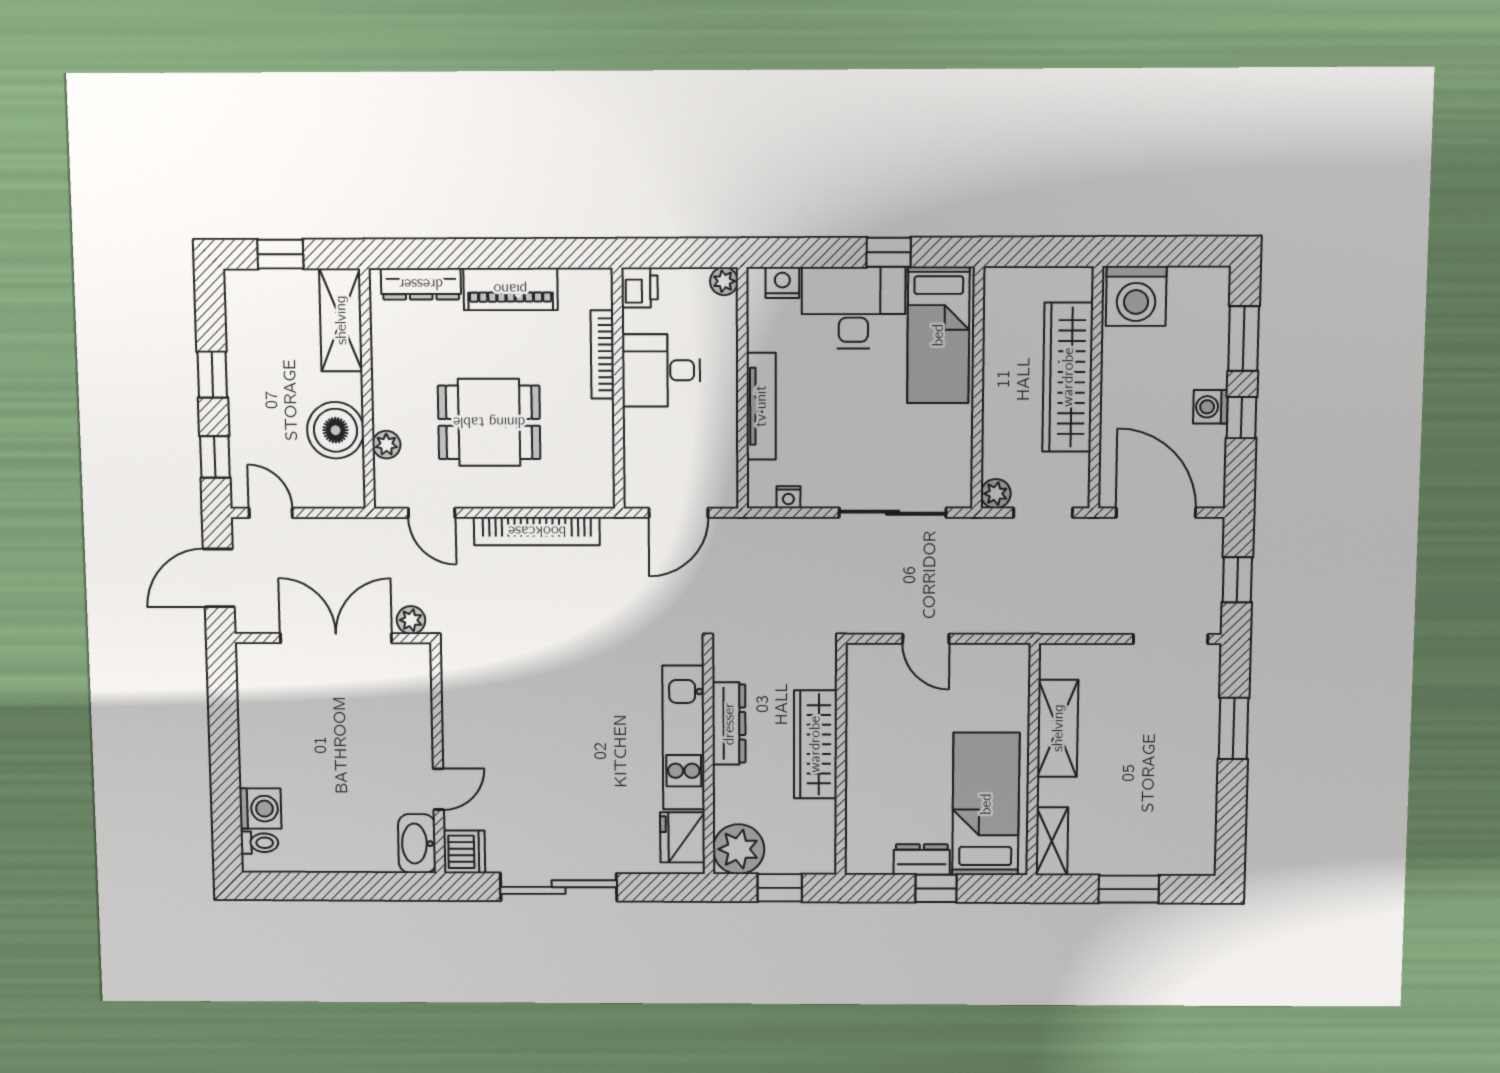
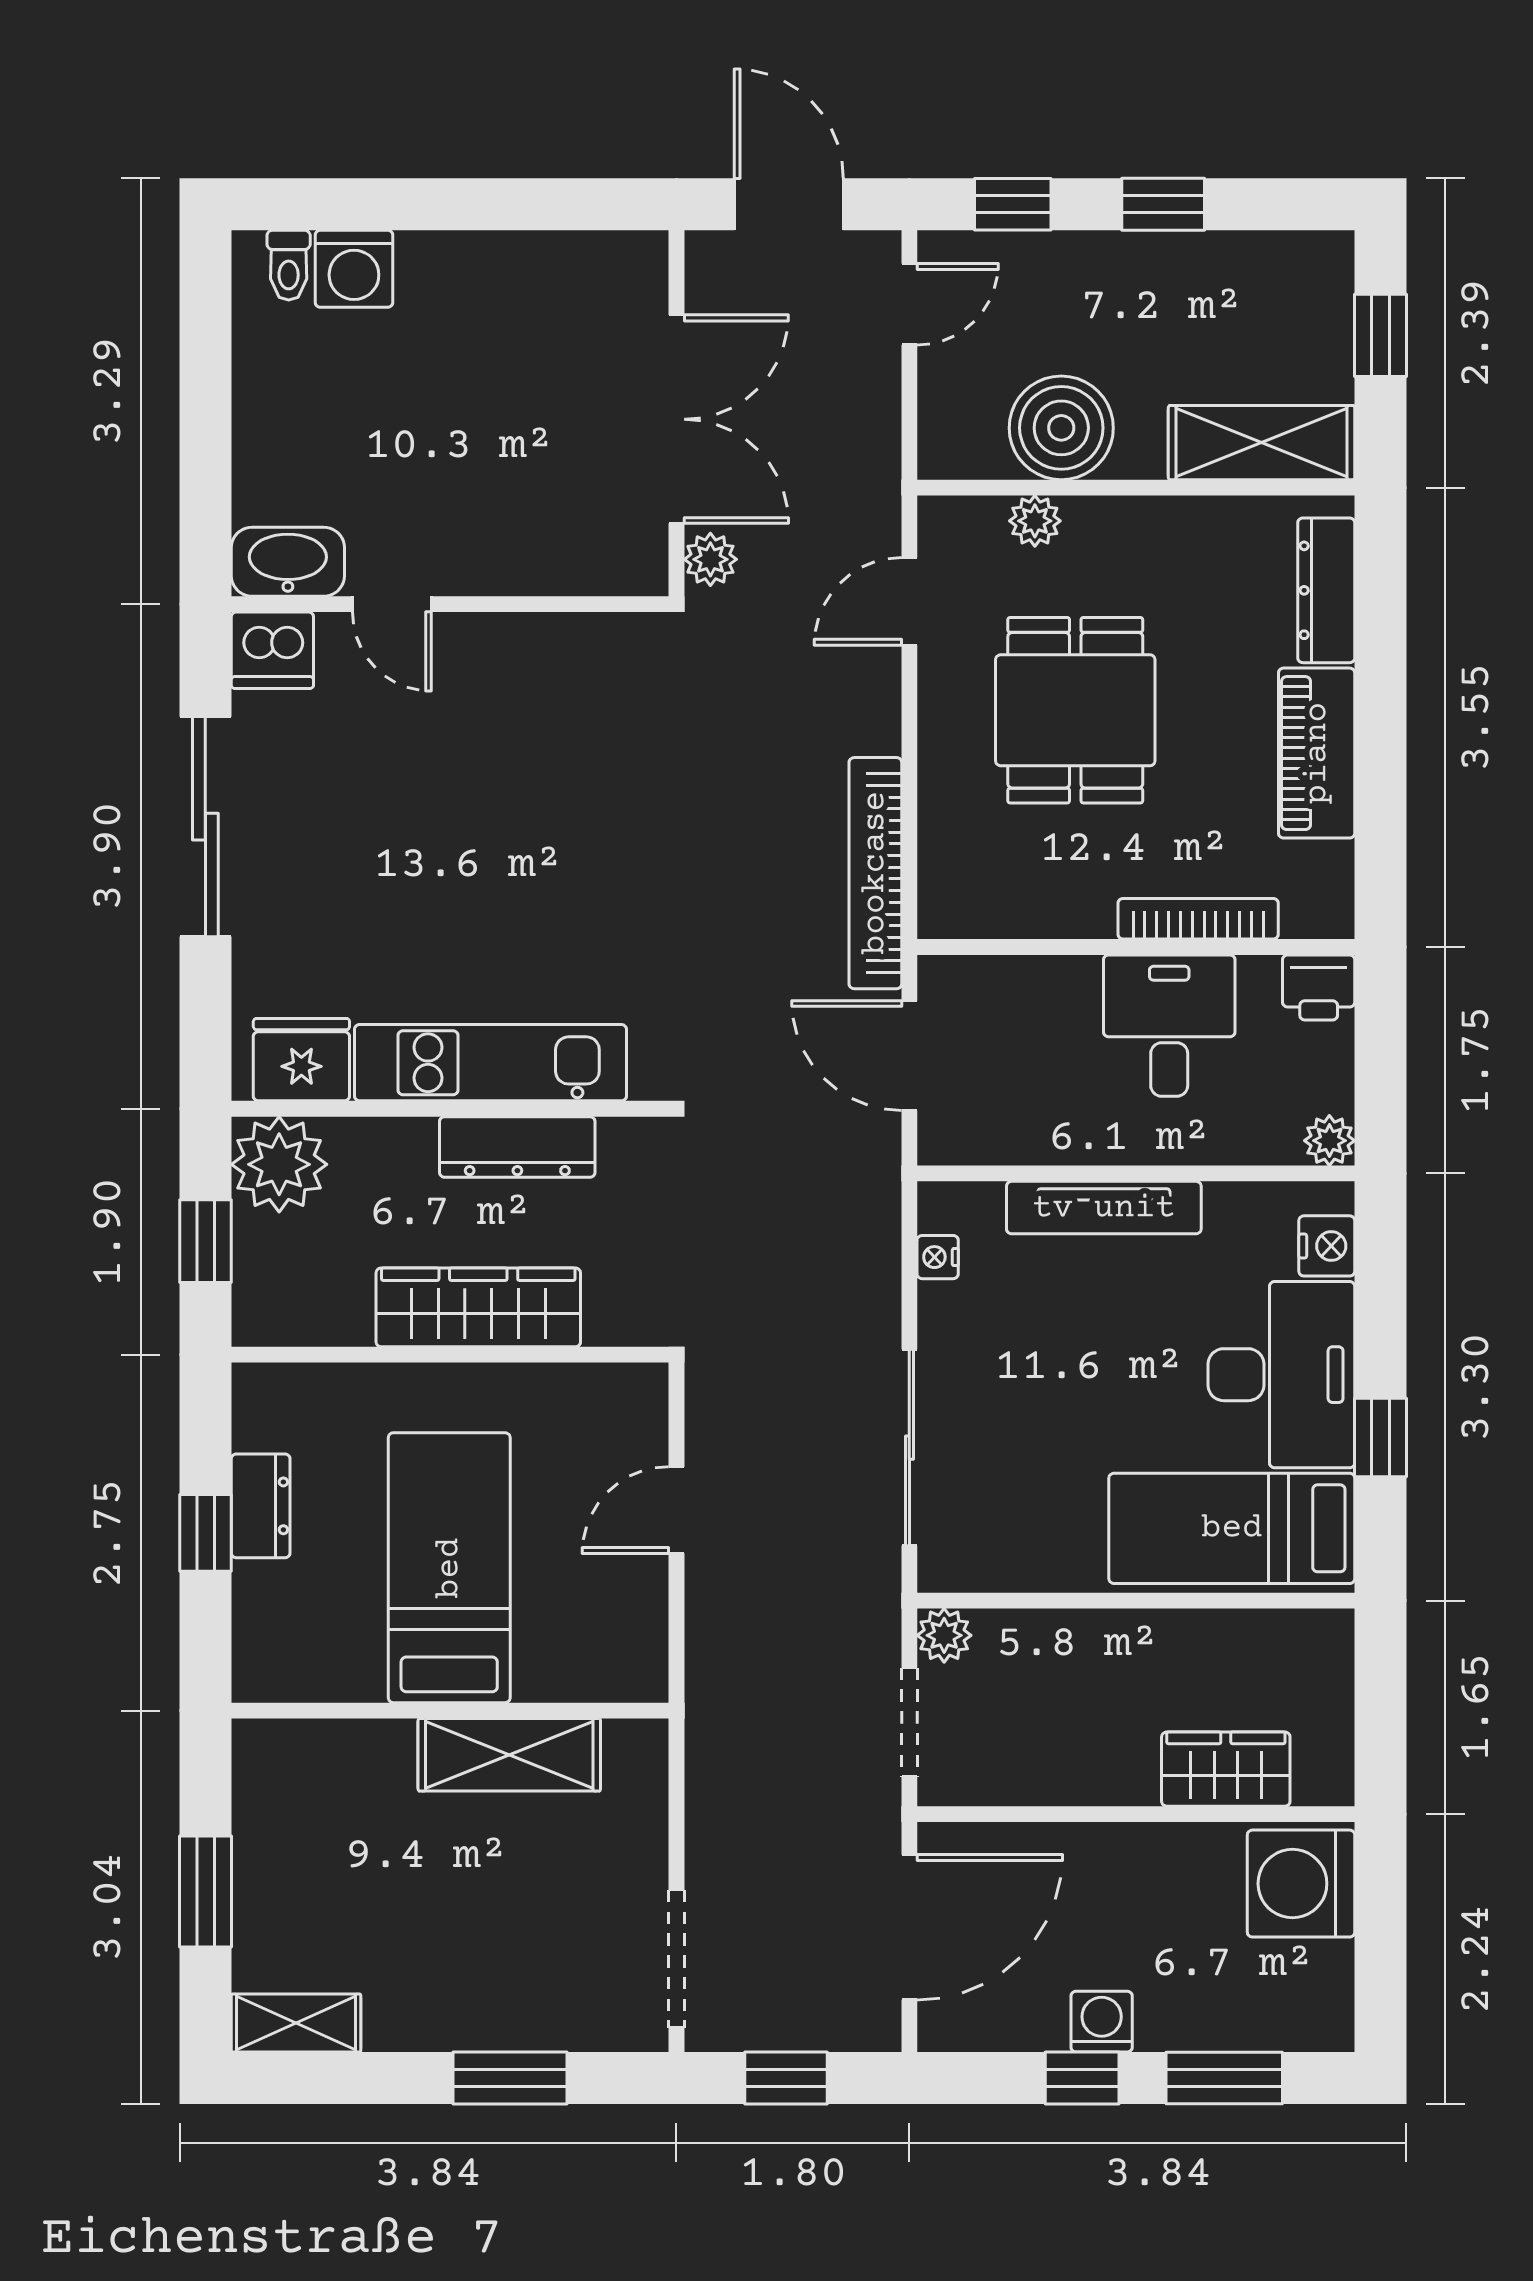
wardrobe: (1068, 377) -> (1226, 1769), width x0.48, depth x0.85
bookcase: (537, 531) -> (875, 873), moved
bed: (986, 804) -> (449, 1568), moved, turned -90
shelving: (1052, 841) -> (296, 2023), moved

